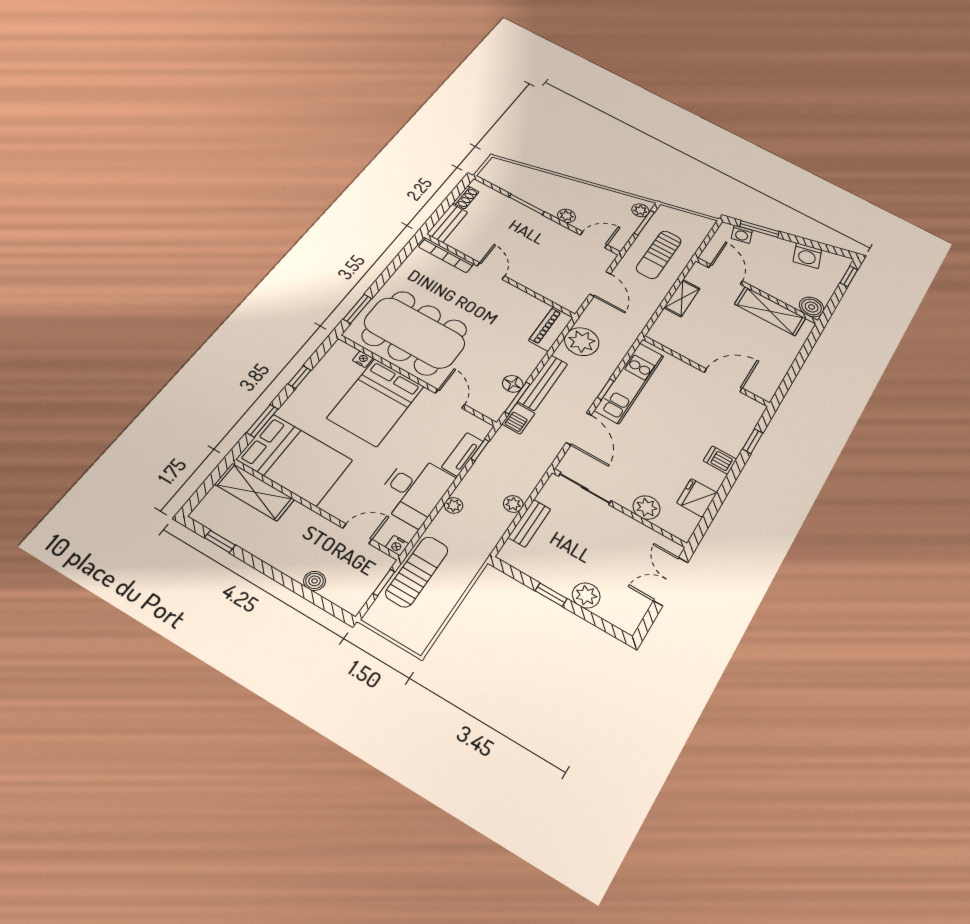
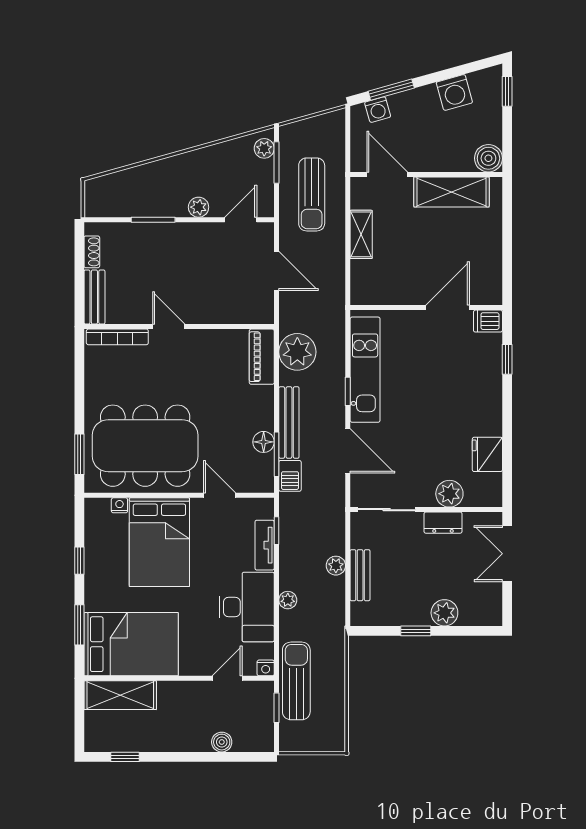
dishwasher: (720, 460) -> (488, 321), moved
dresser: (628, 526) -> (443, 523), added

